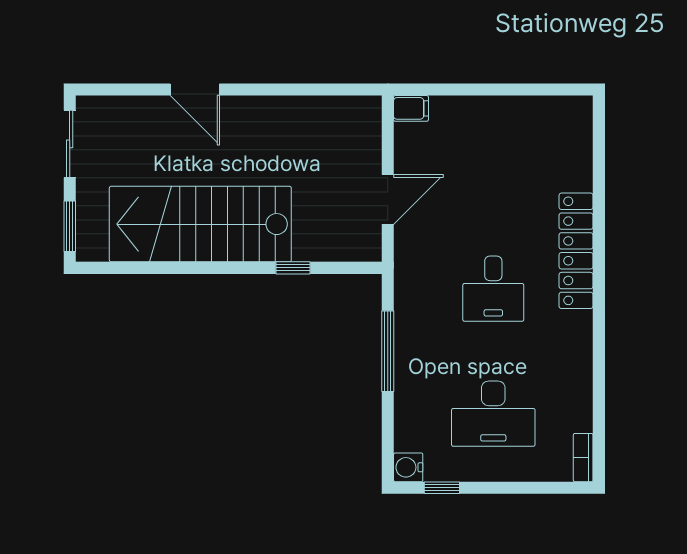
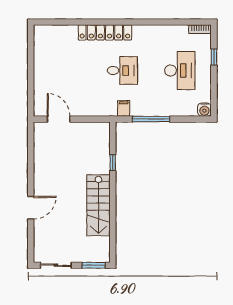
filing cabinet: (411, 108) -> (124, 108), moved
door: (388, 200) -> (59, 119), moved
stairs: (200, 224) -> (98, 205), width x0.73, depth x0.66
window: (442, 488) -> (214, 57), moved

